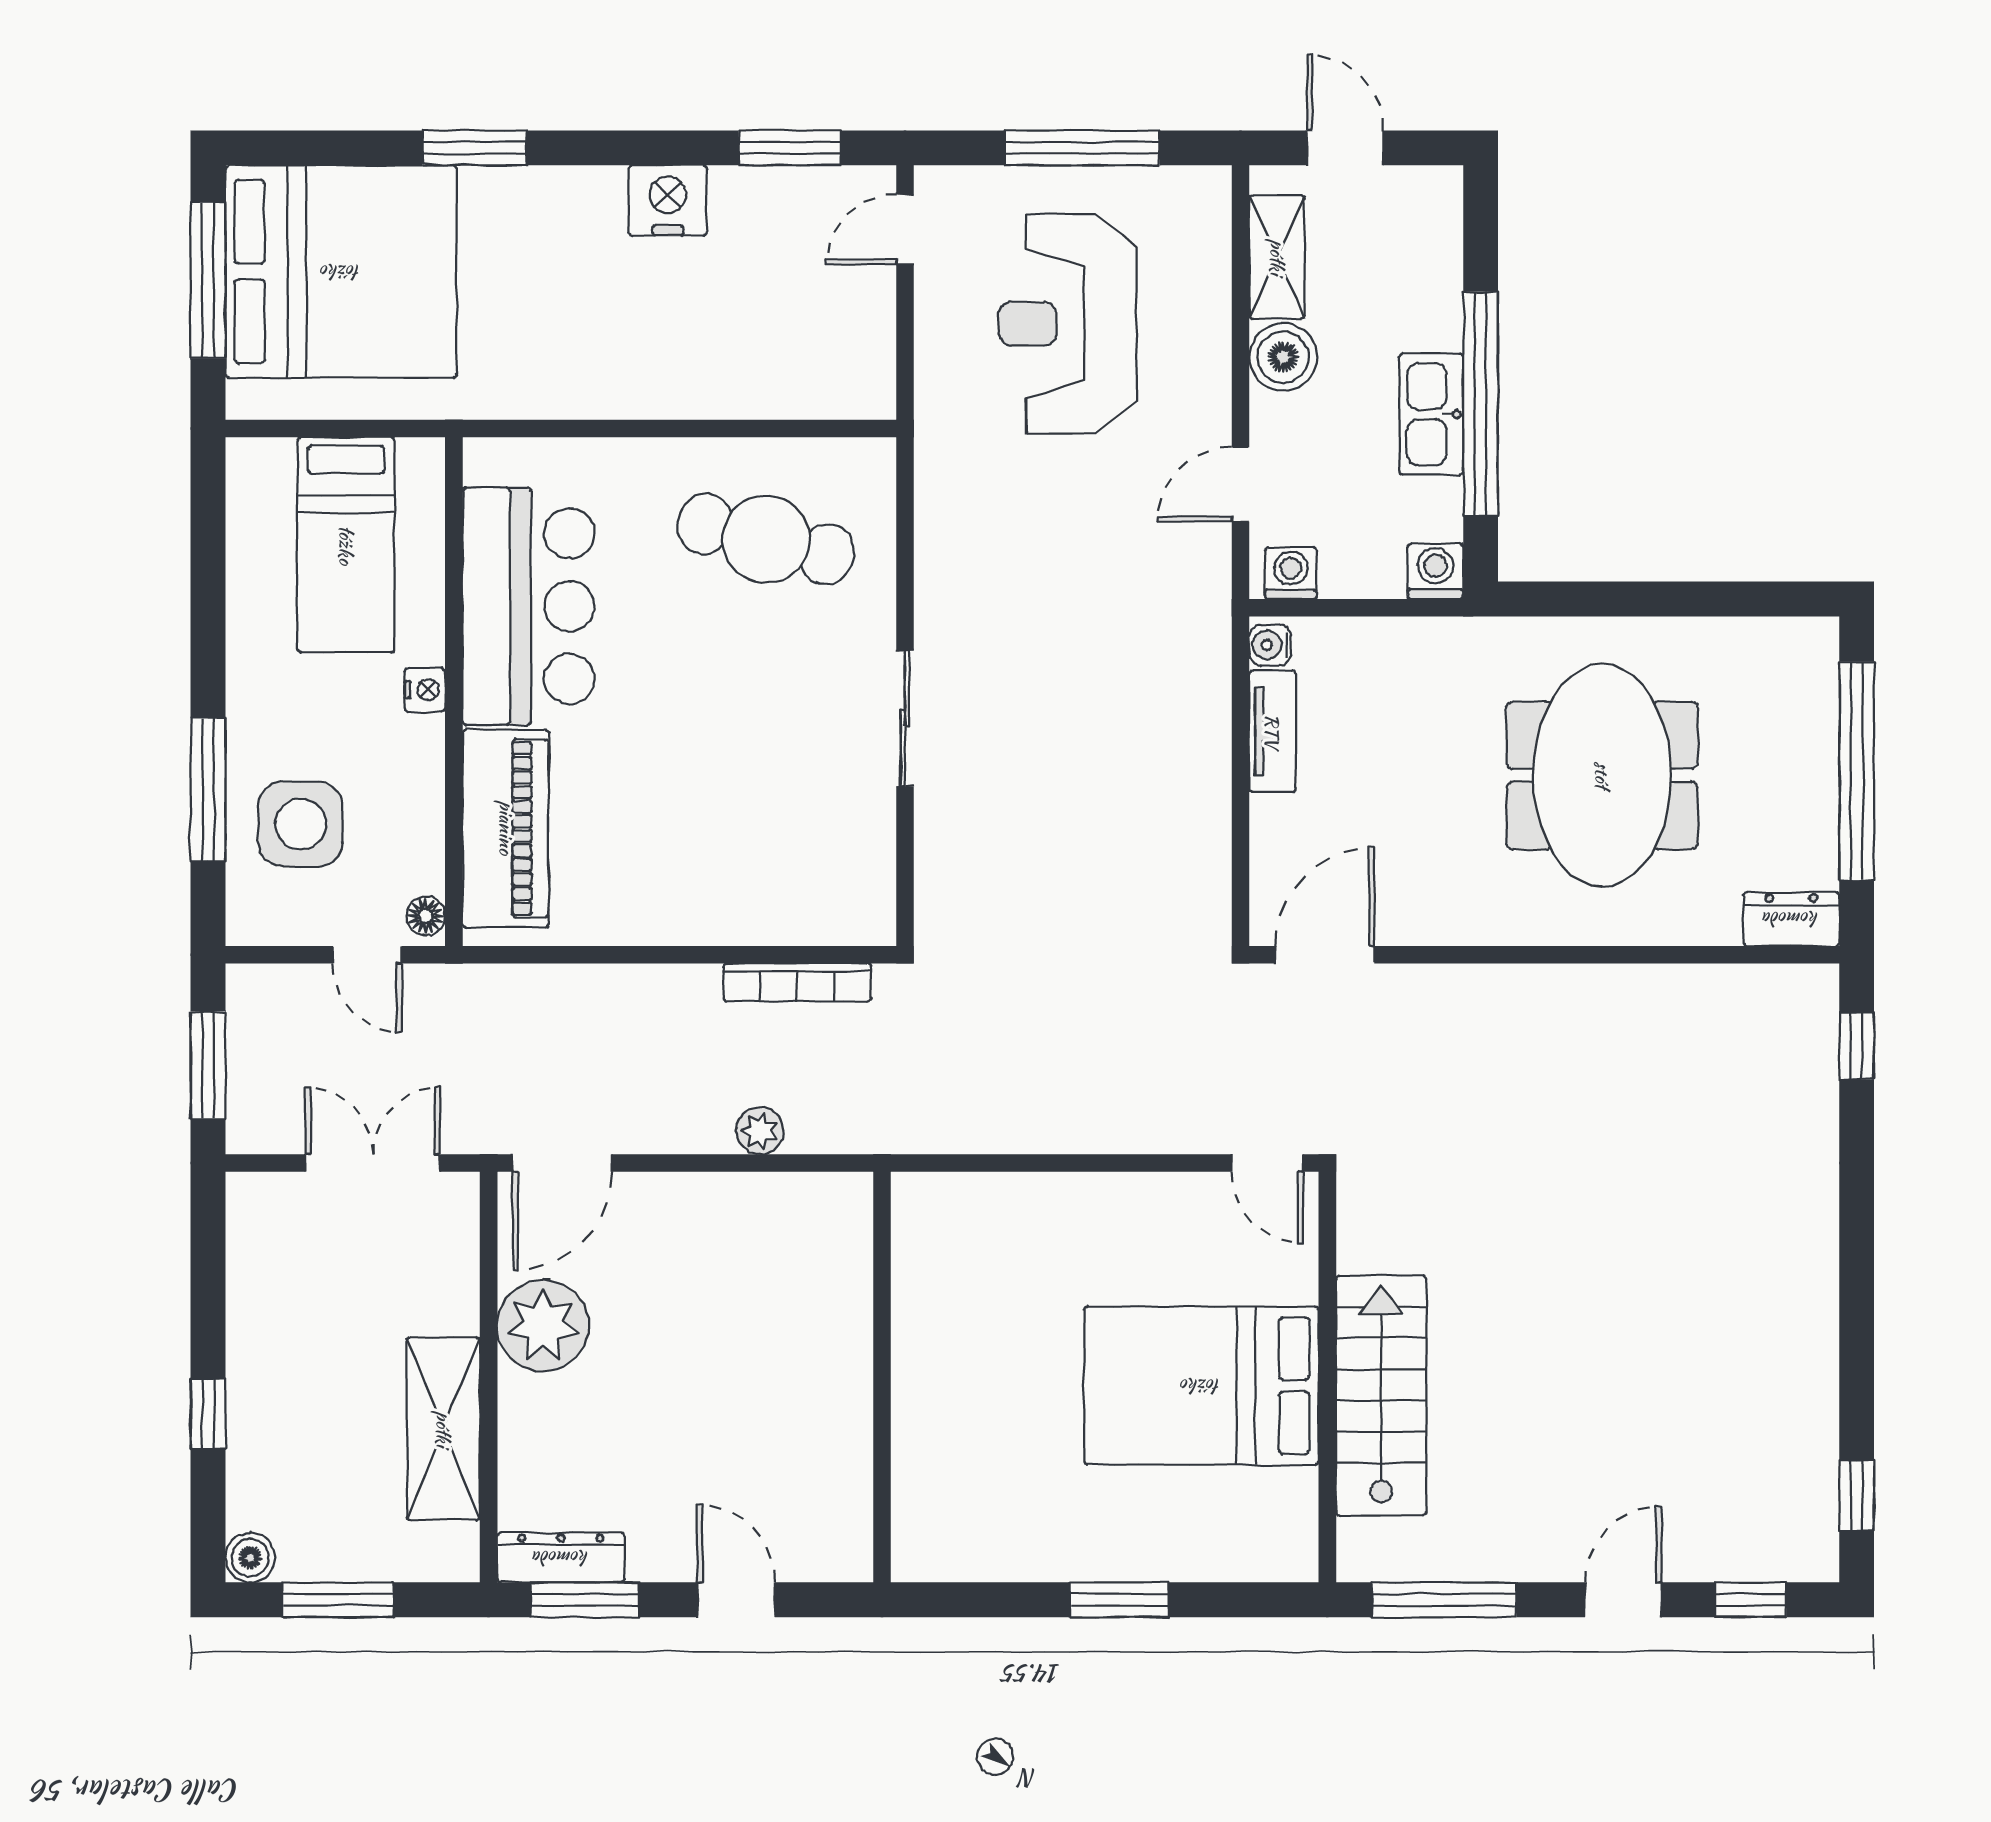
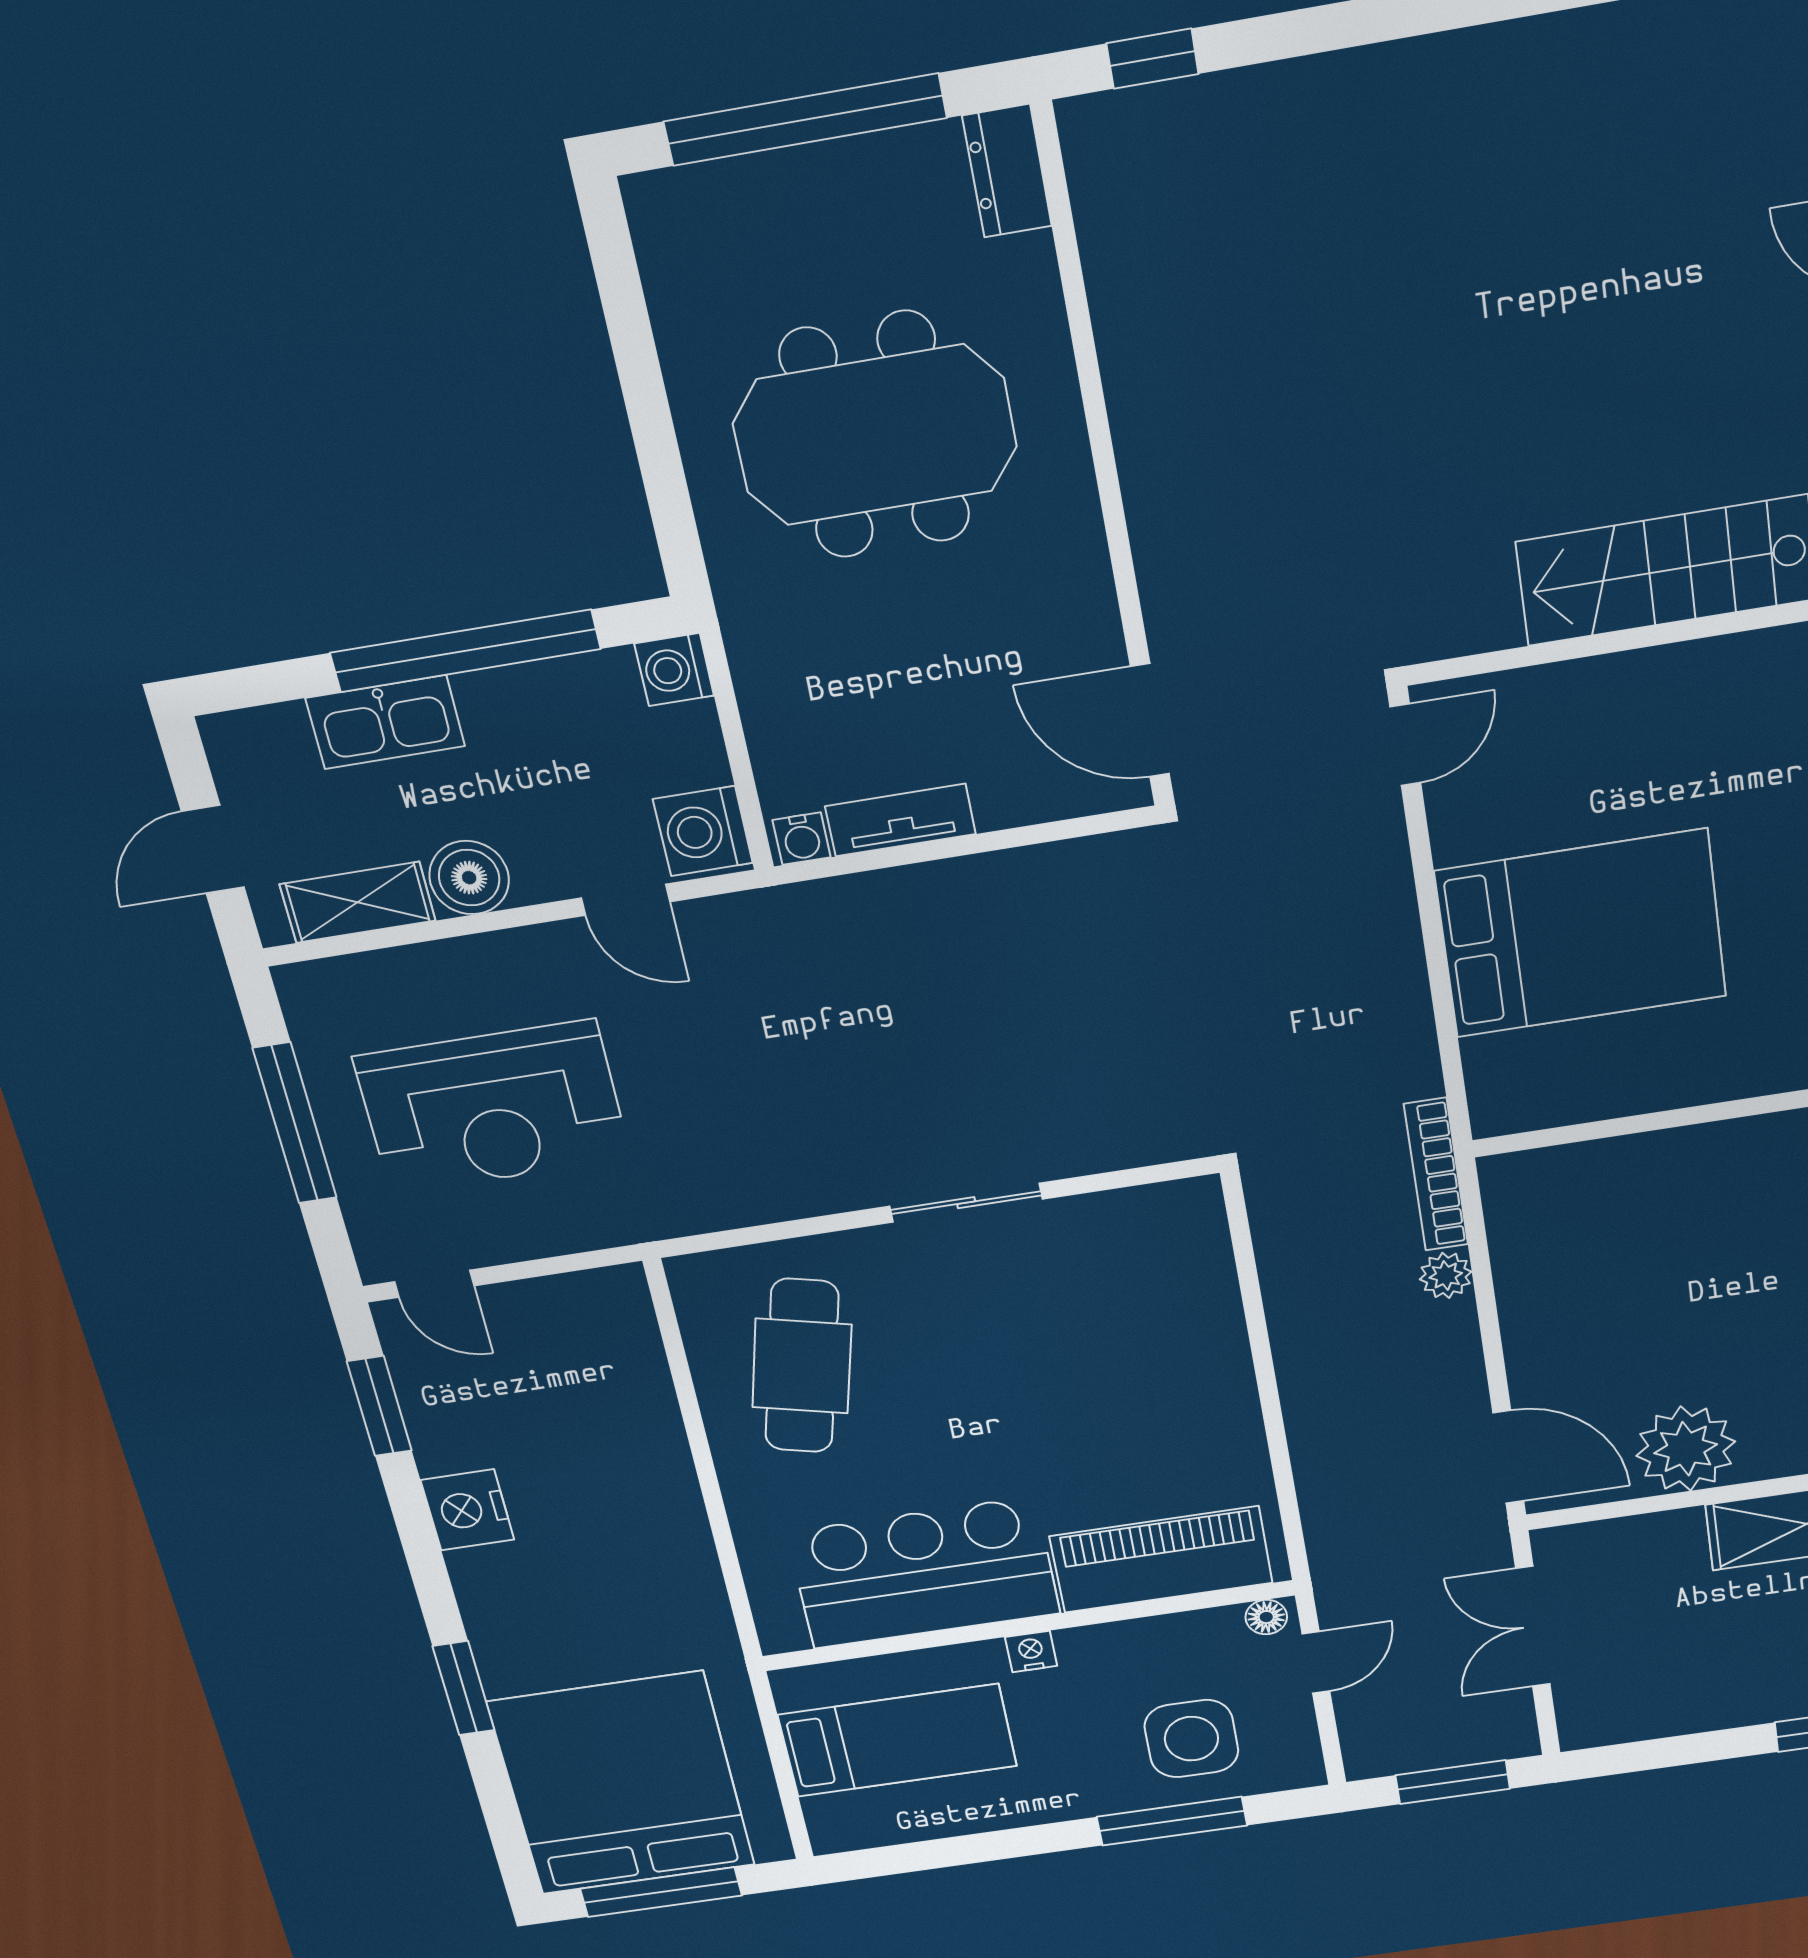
kitchen sink: (1431, 414) -> (385, 722), moved
washing machine: (1291, 573) -> (703, 831), width x1.38, depth x1.38
bookcase: (797, 982) -> (1436, 1175), moved, turned 180
bed: (1201, 1386) -> (1581, 934), moved, turned -90

